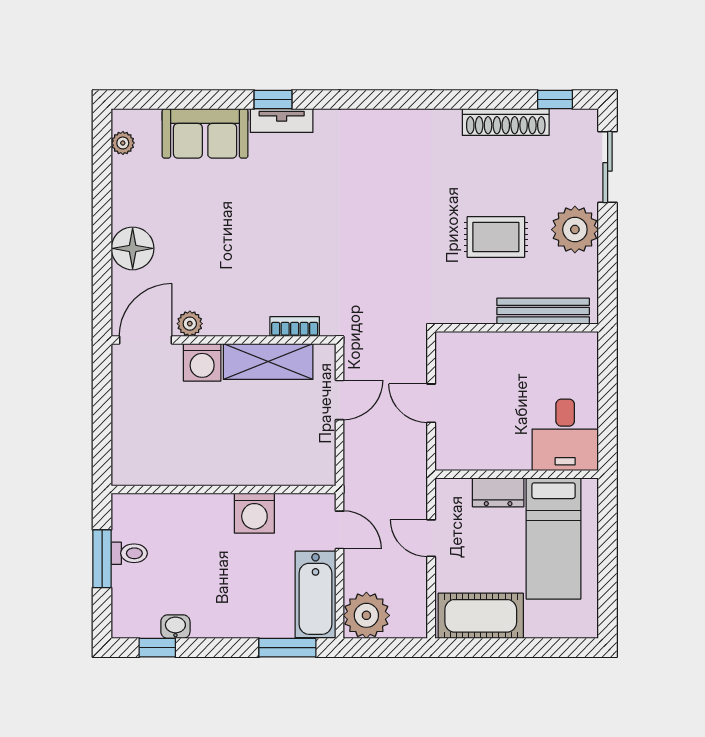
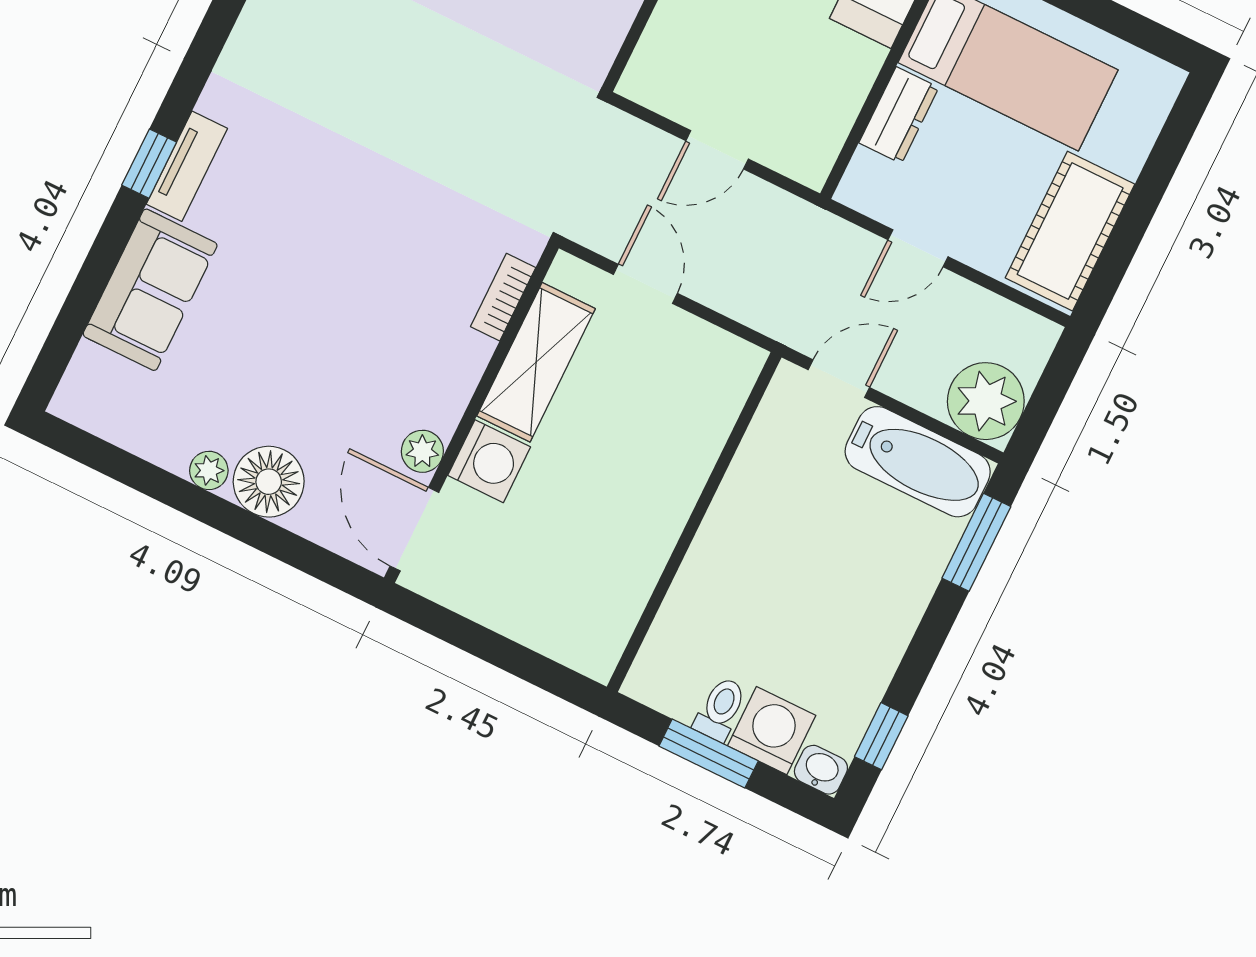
plant: (123, 143) -> (209, 470), moved
washing machine: (254, 513) -> (772, 731), moved, turned -90
washbasin: (175, 627) -> (821, 770), moved, turned 90

